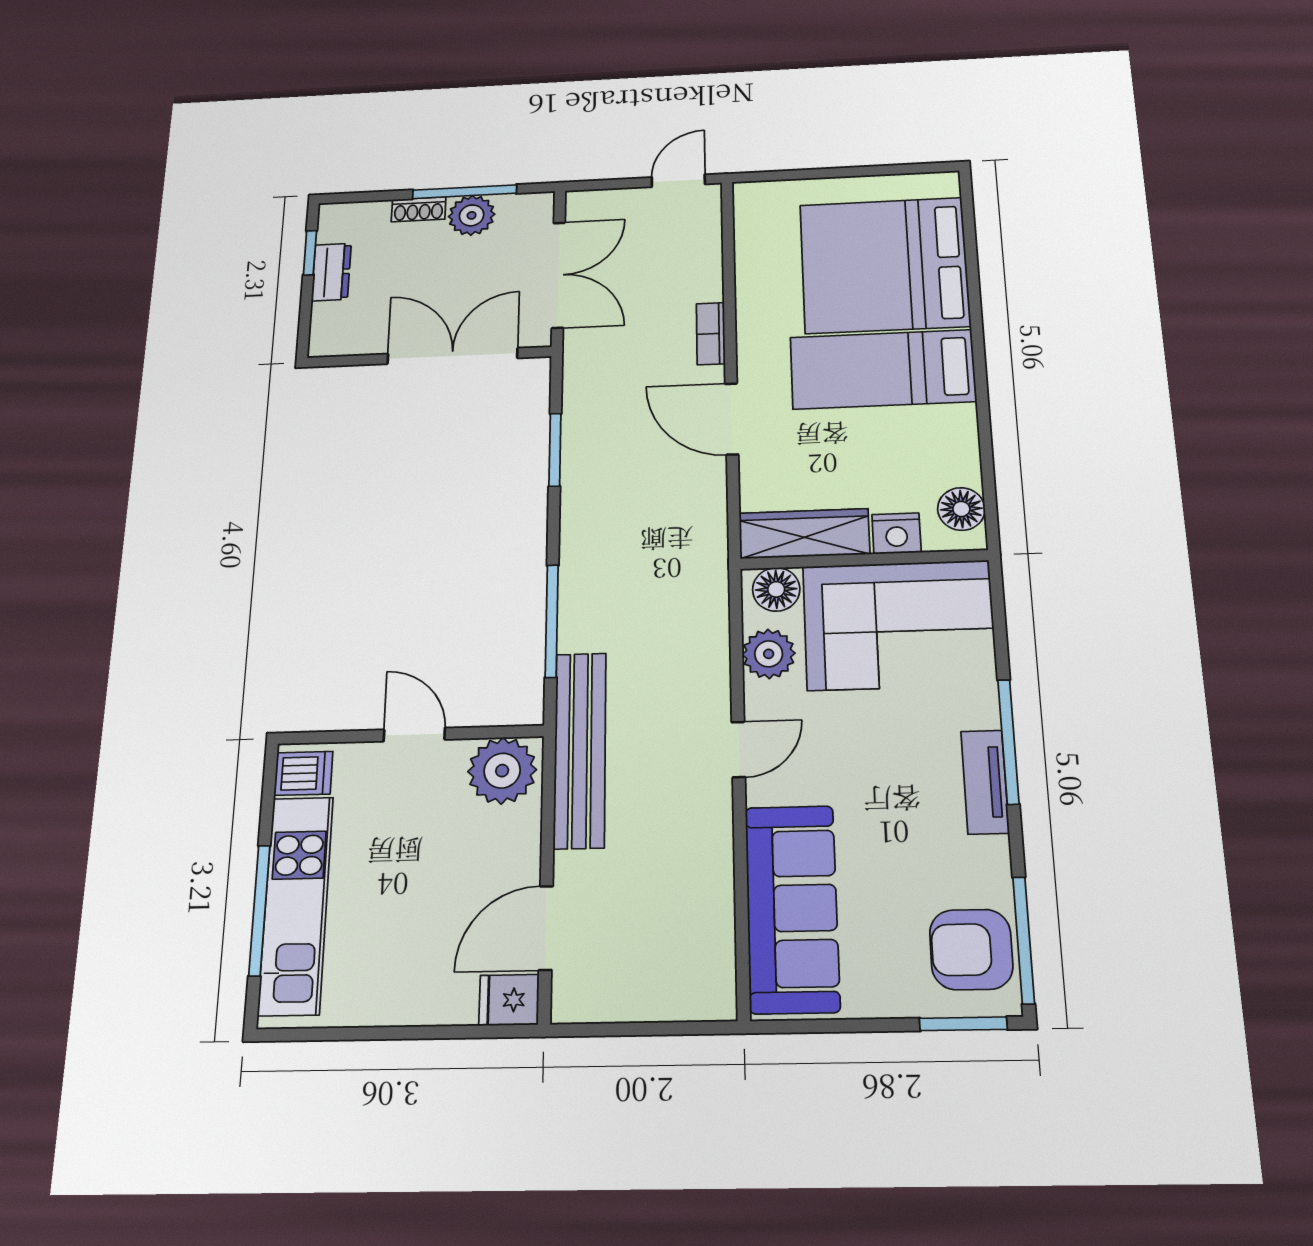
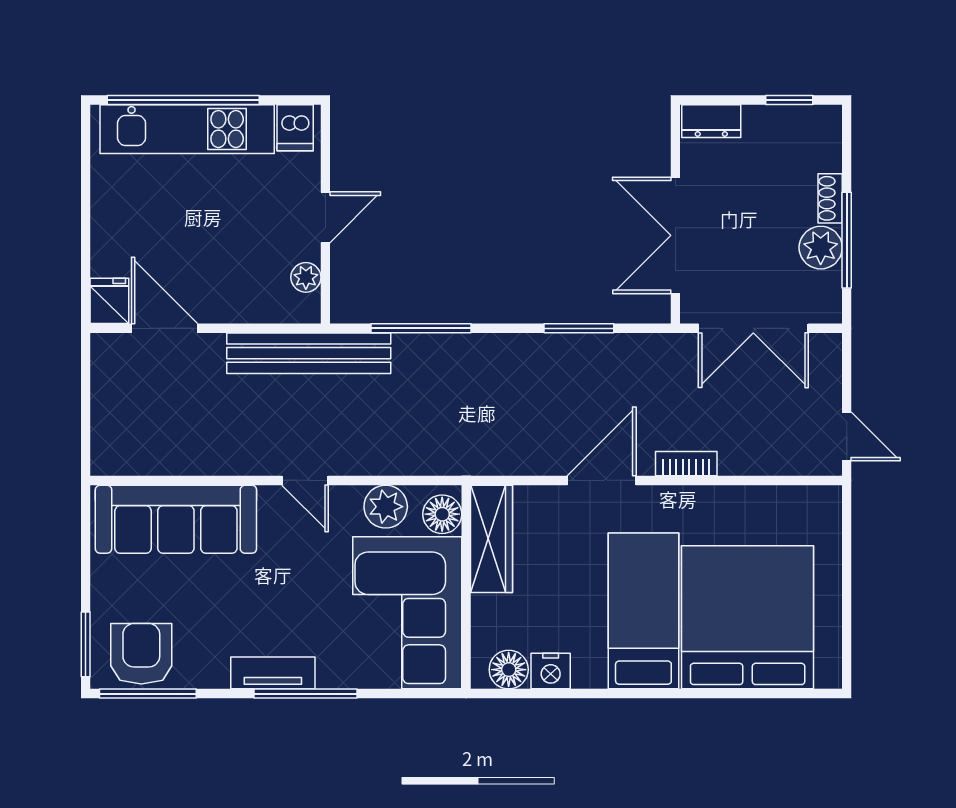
dresser: (331, 272) -> (711, 121), moved
double door: (452, 356) -> (675, 235), swing flipped
nightstand: (897, 533) -> (551, 671), moved, turned -90
plant: (502, 771) -> (306, 277), width x0.53, depth x0.53
window: (259, 910) -> (183, 100), width x1.46

